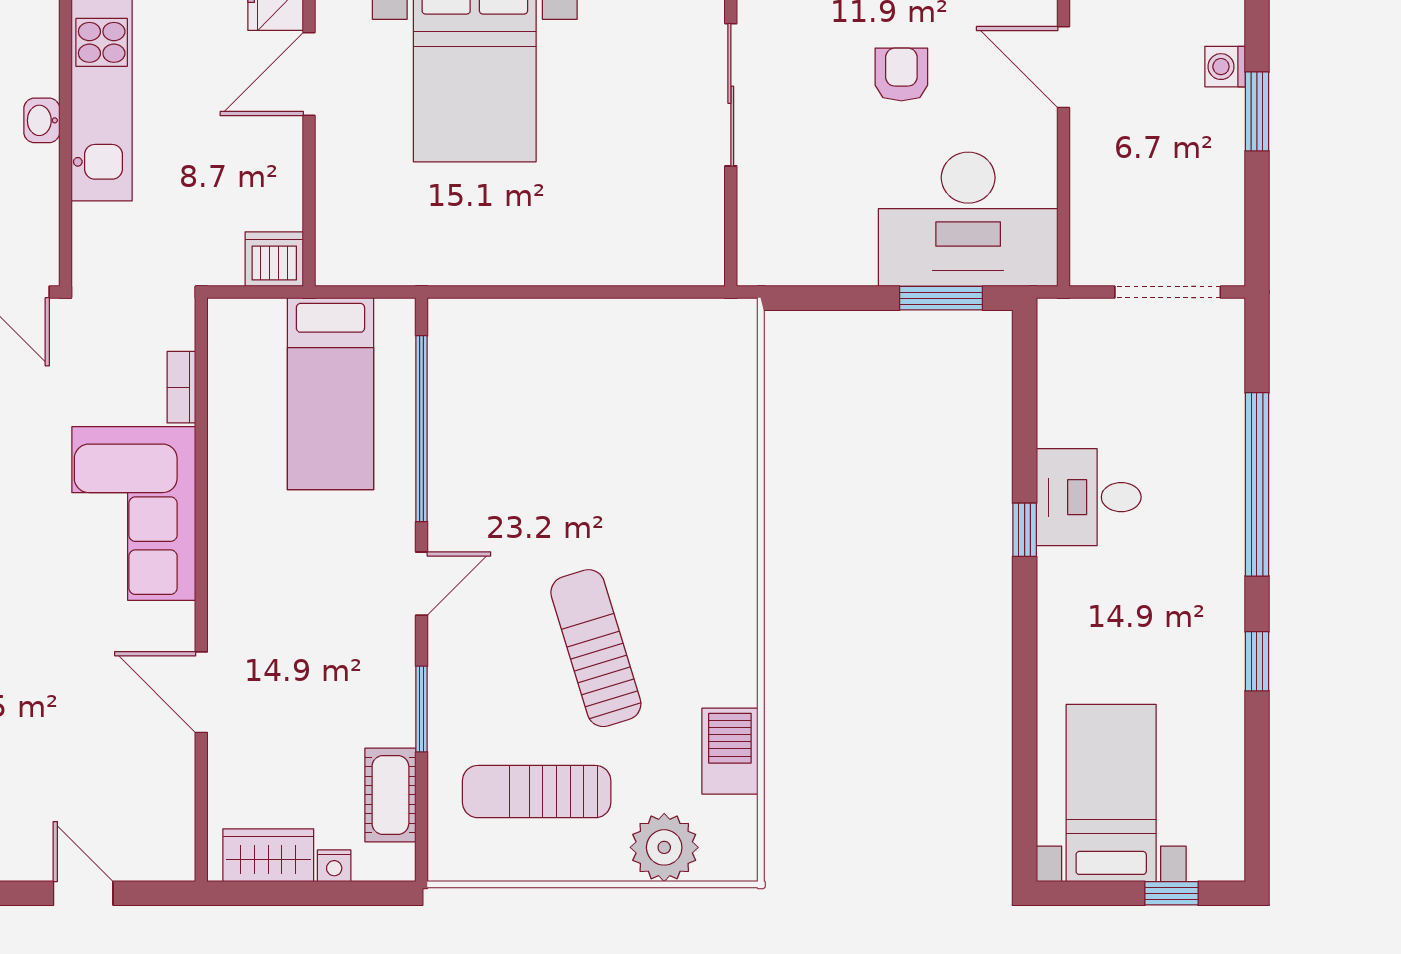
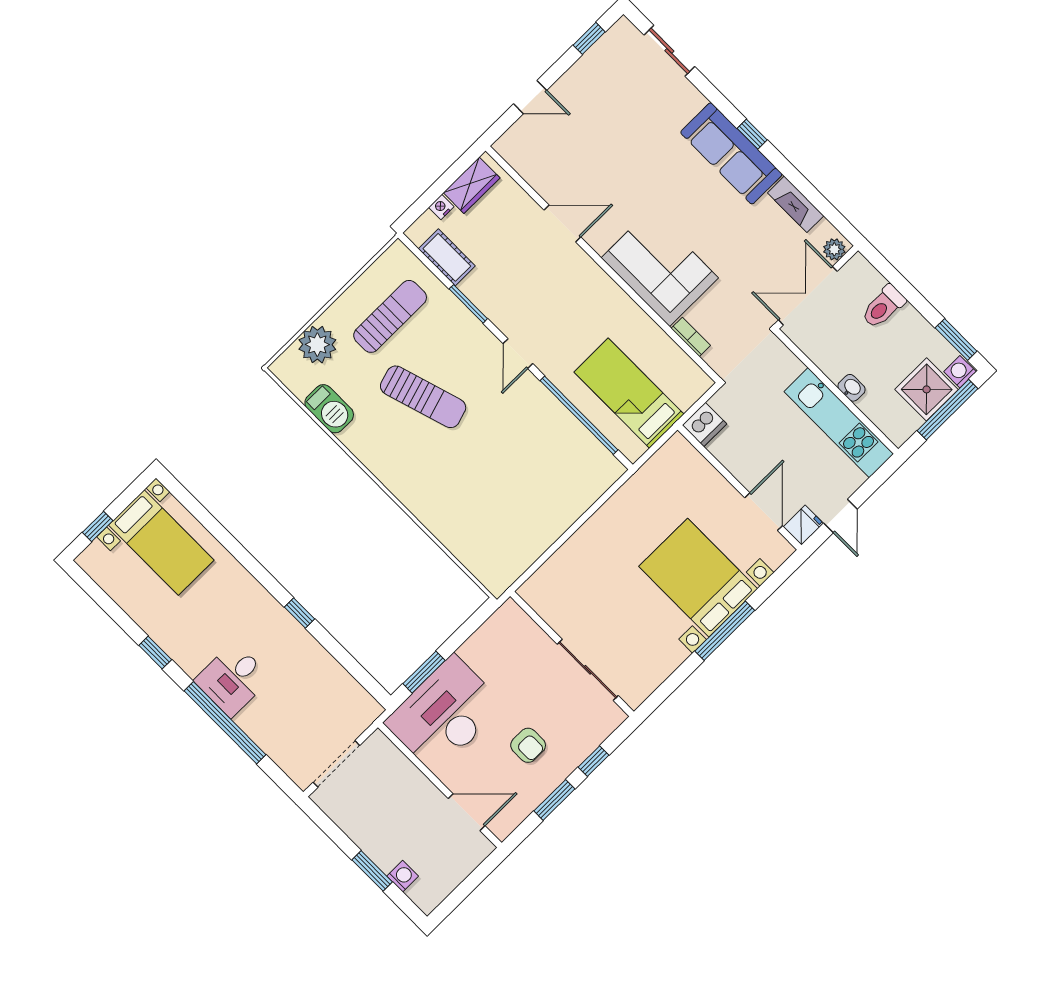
desk: (1089, 497) -> (233, 679), moved, turned 180

